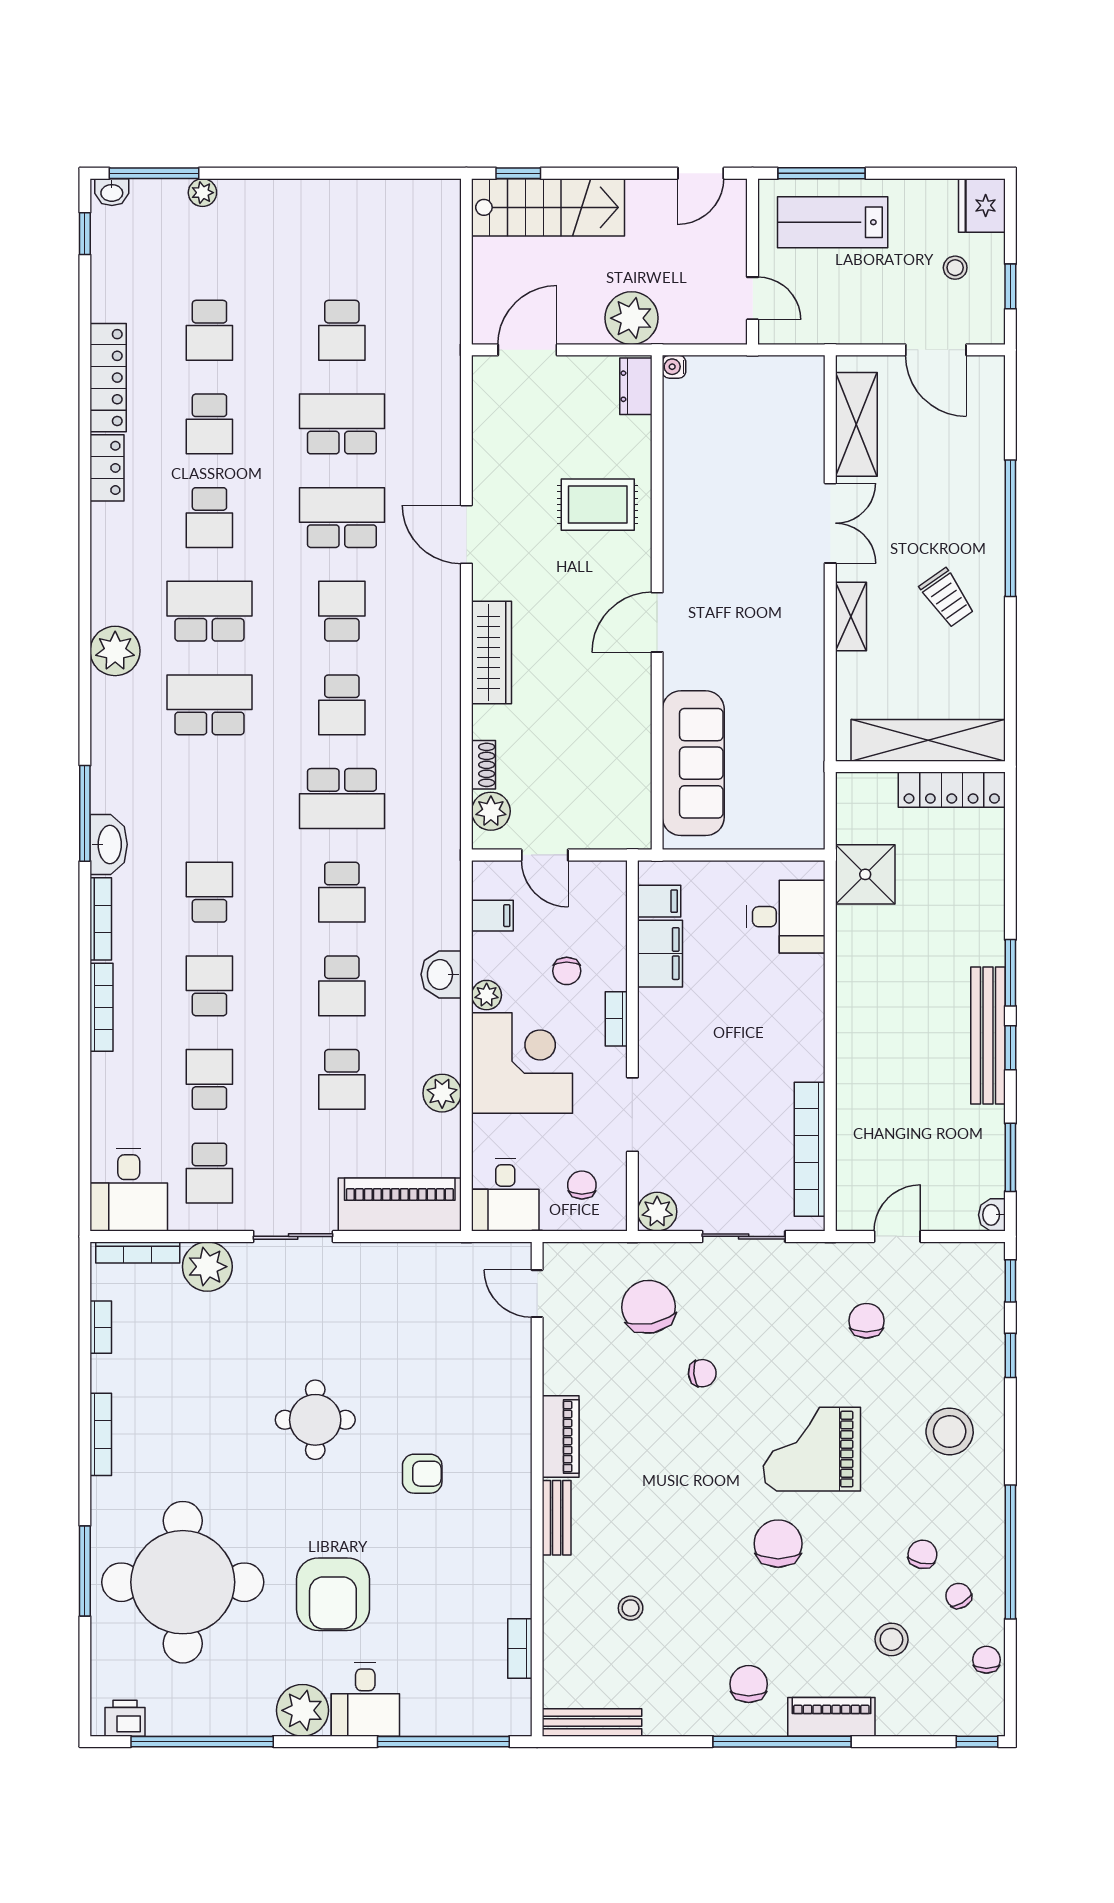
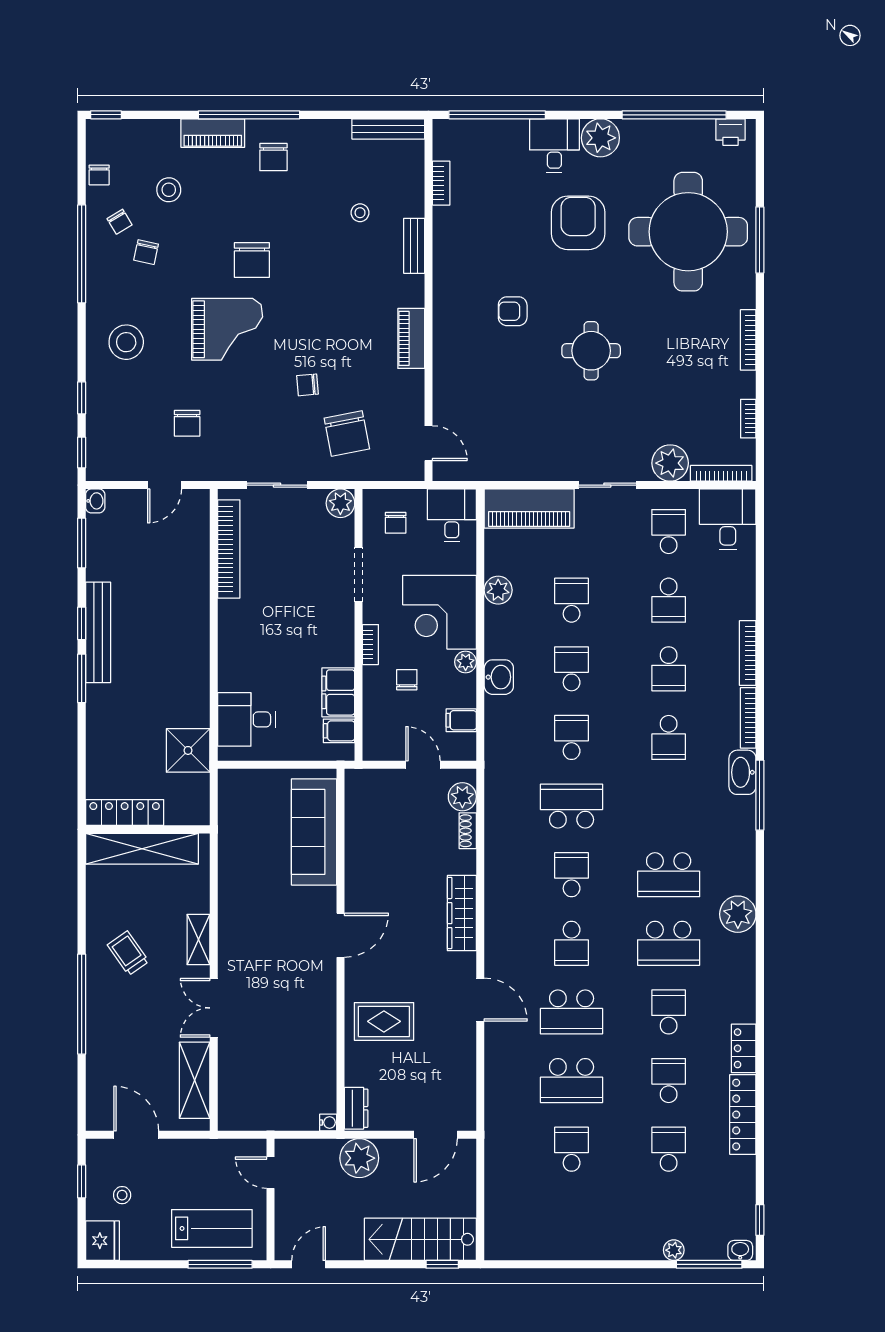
bench: (557, 1518) -> (414, 246), moved

